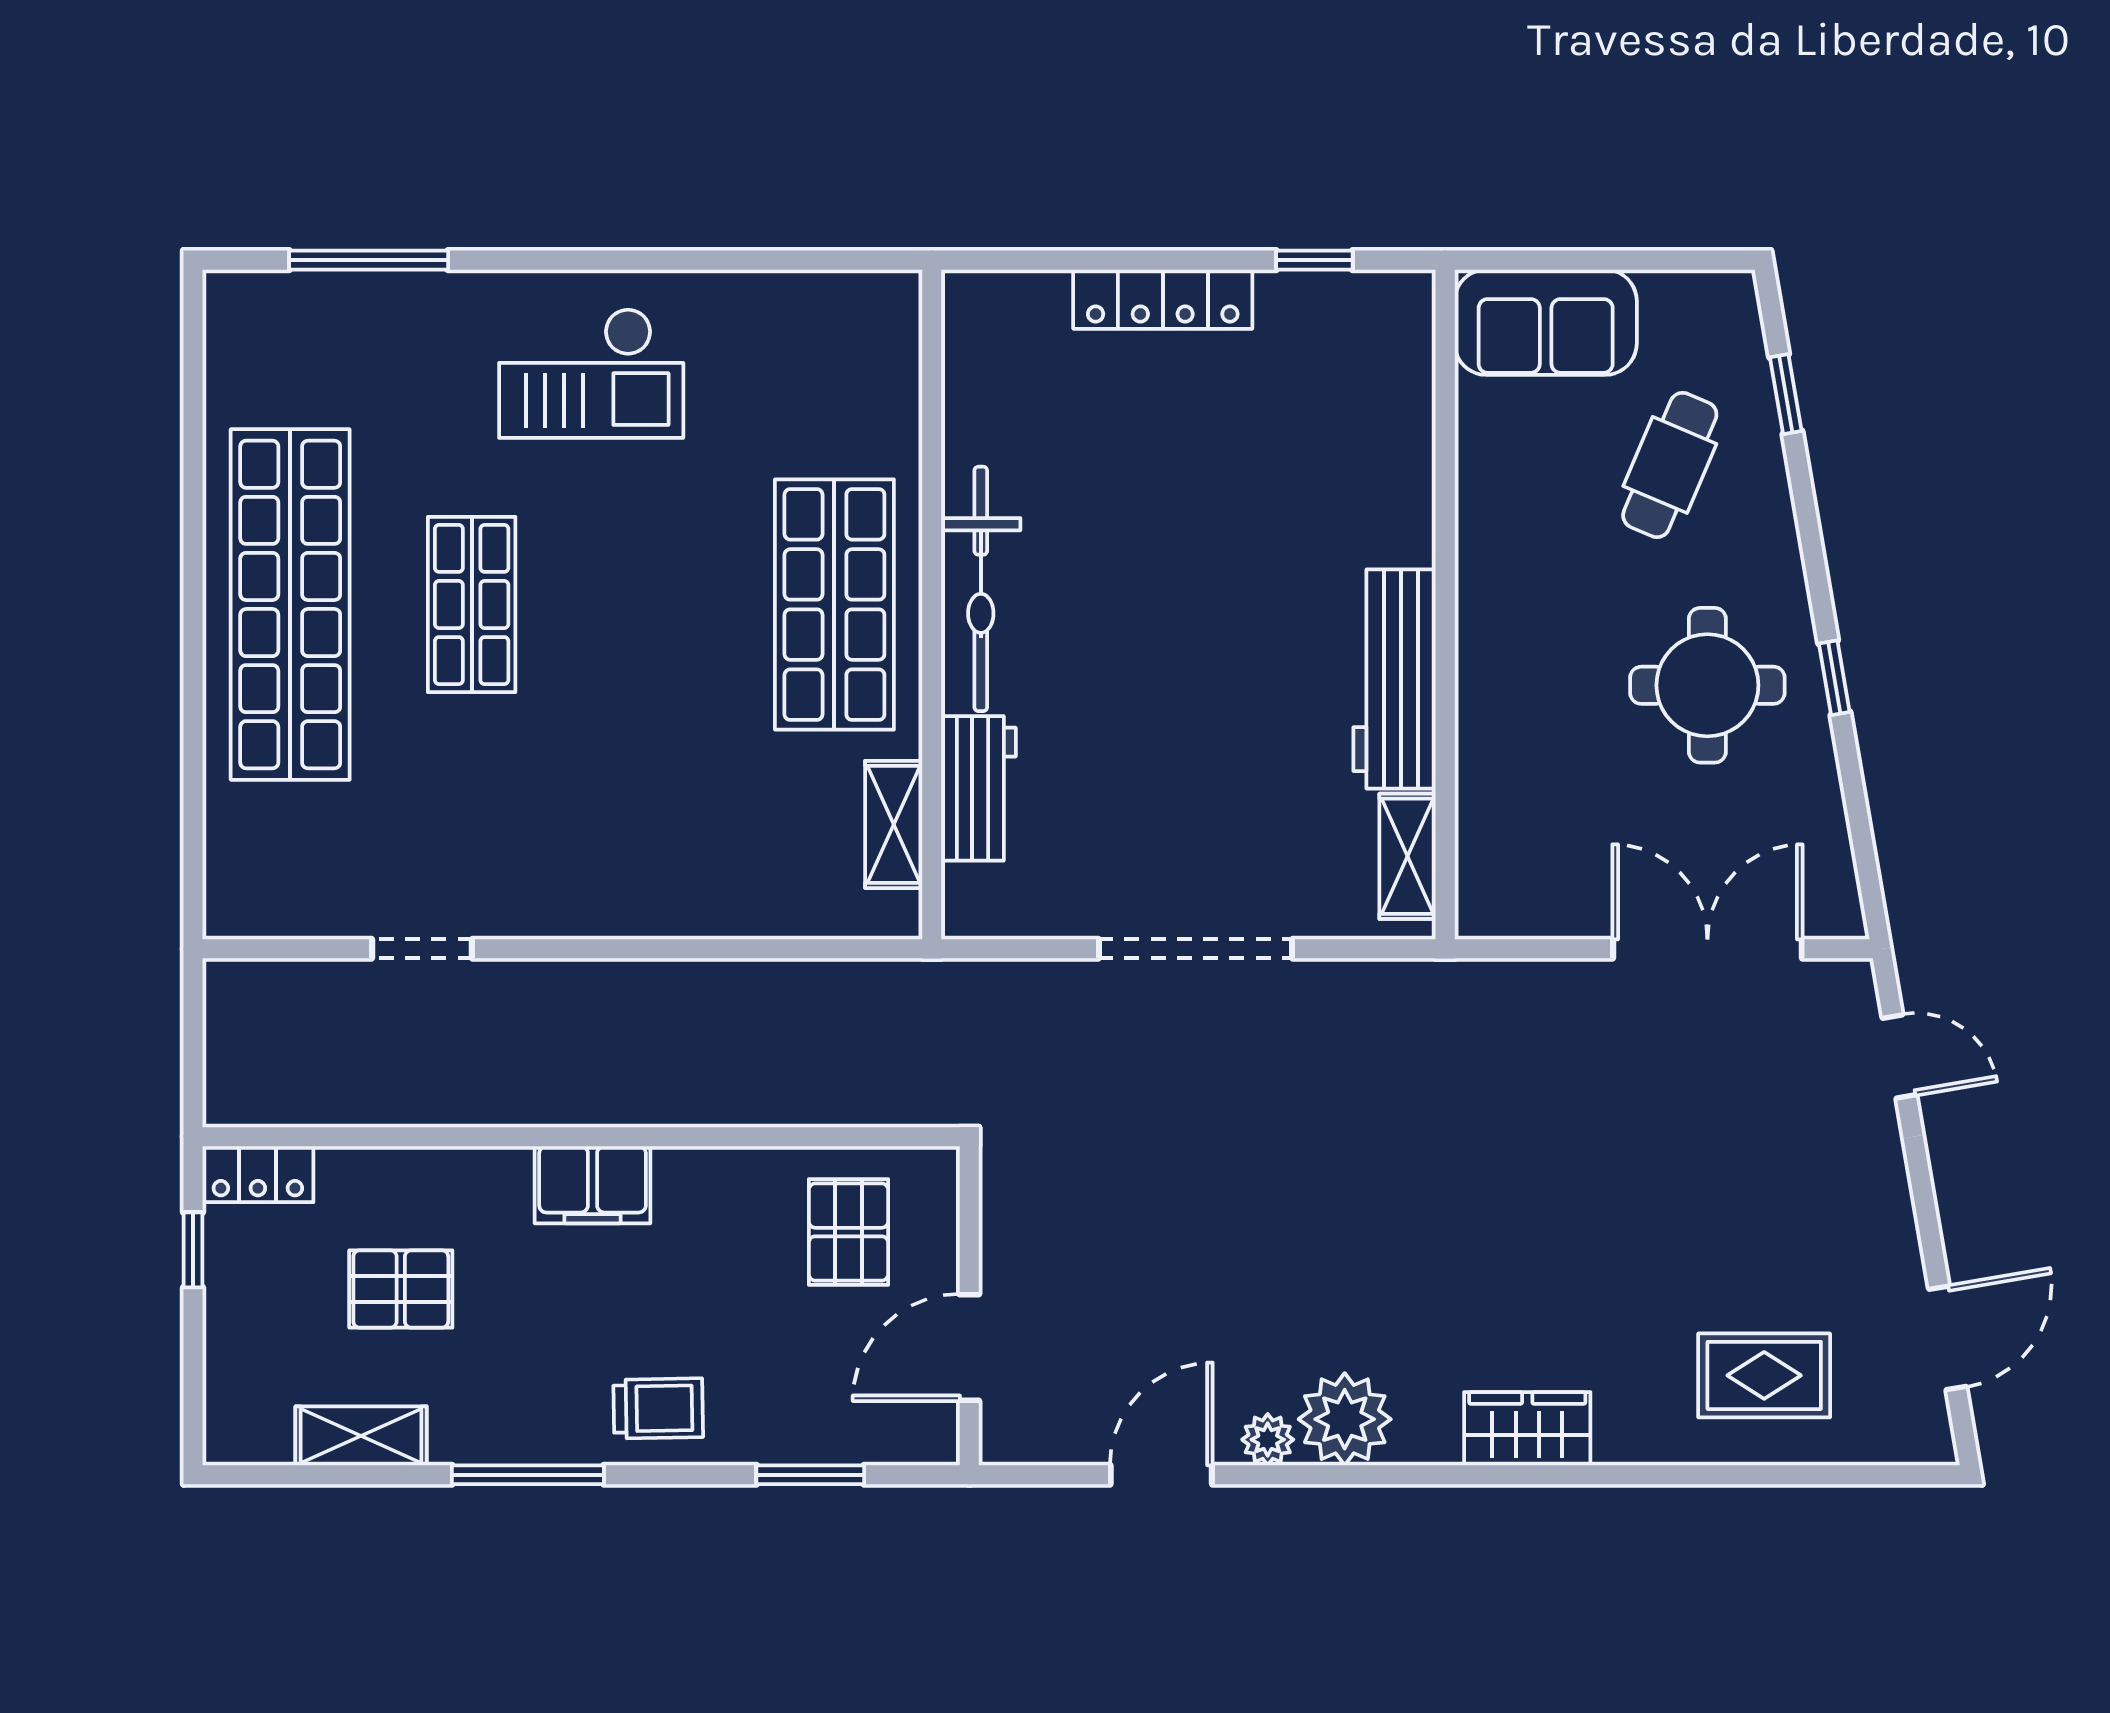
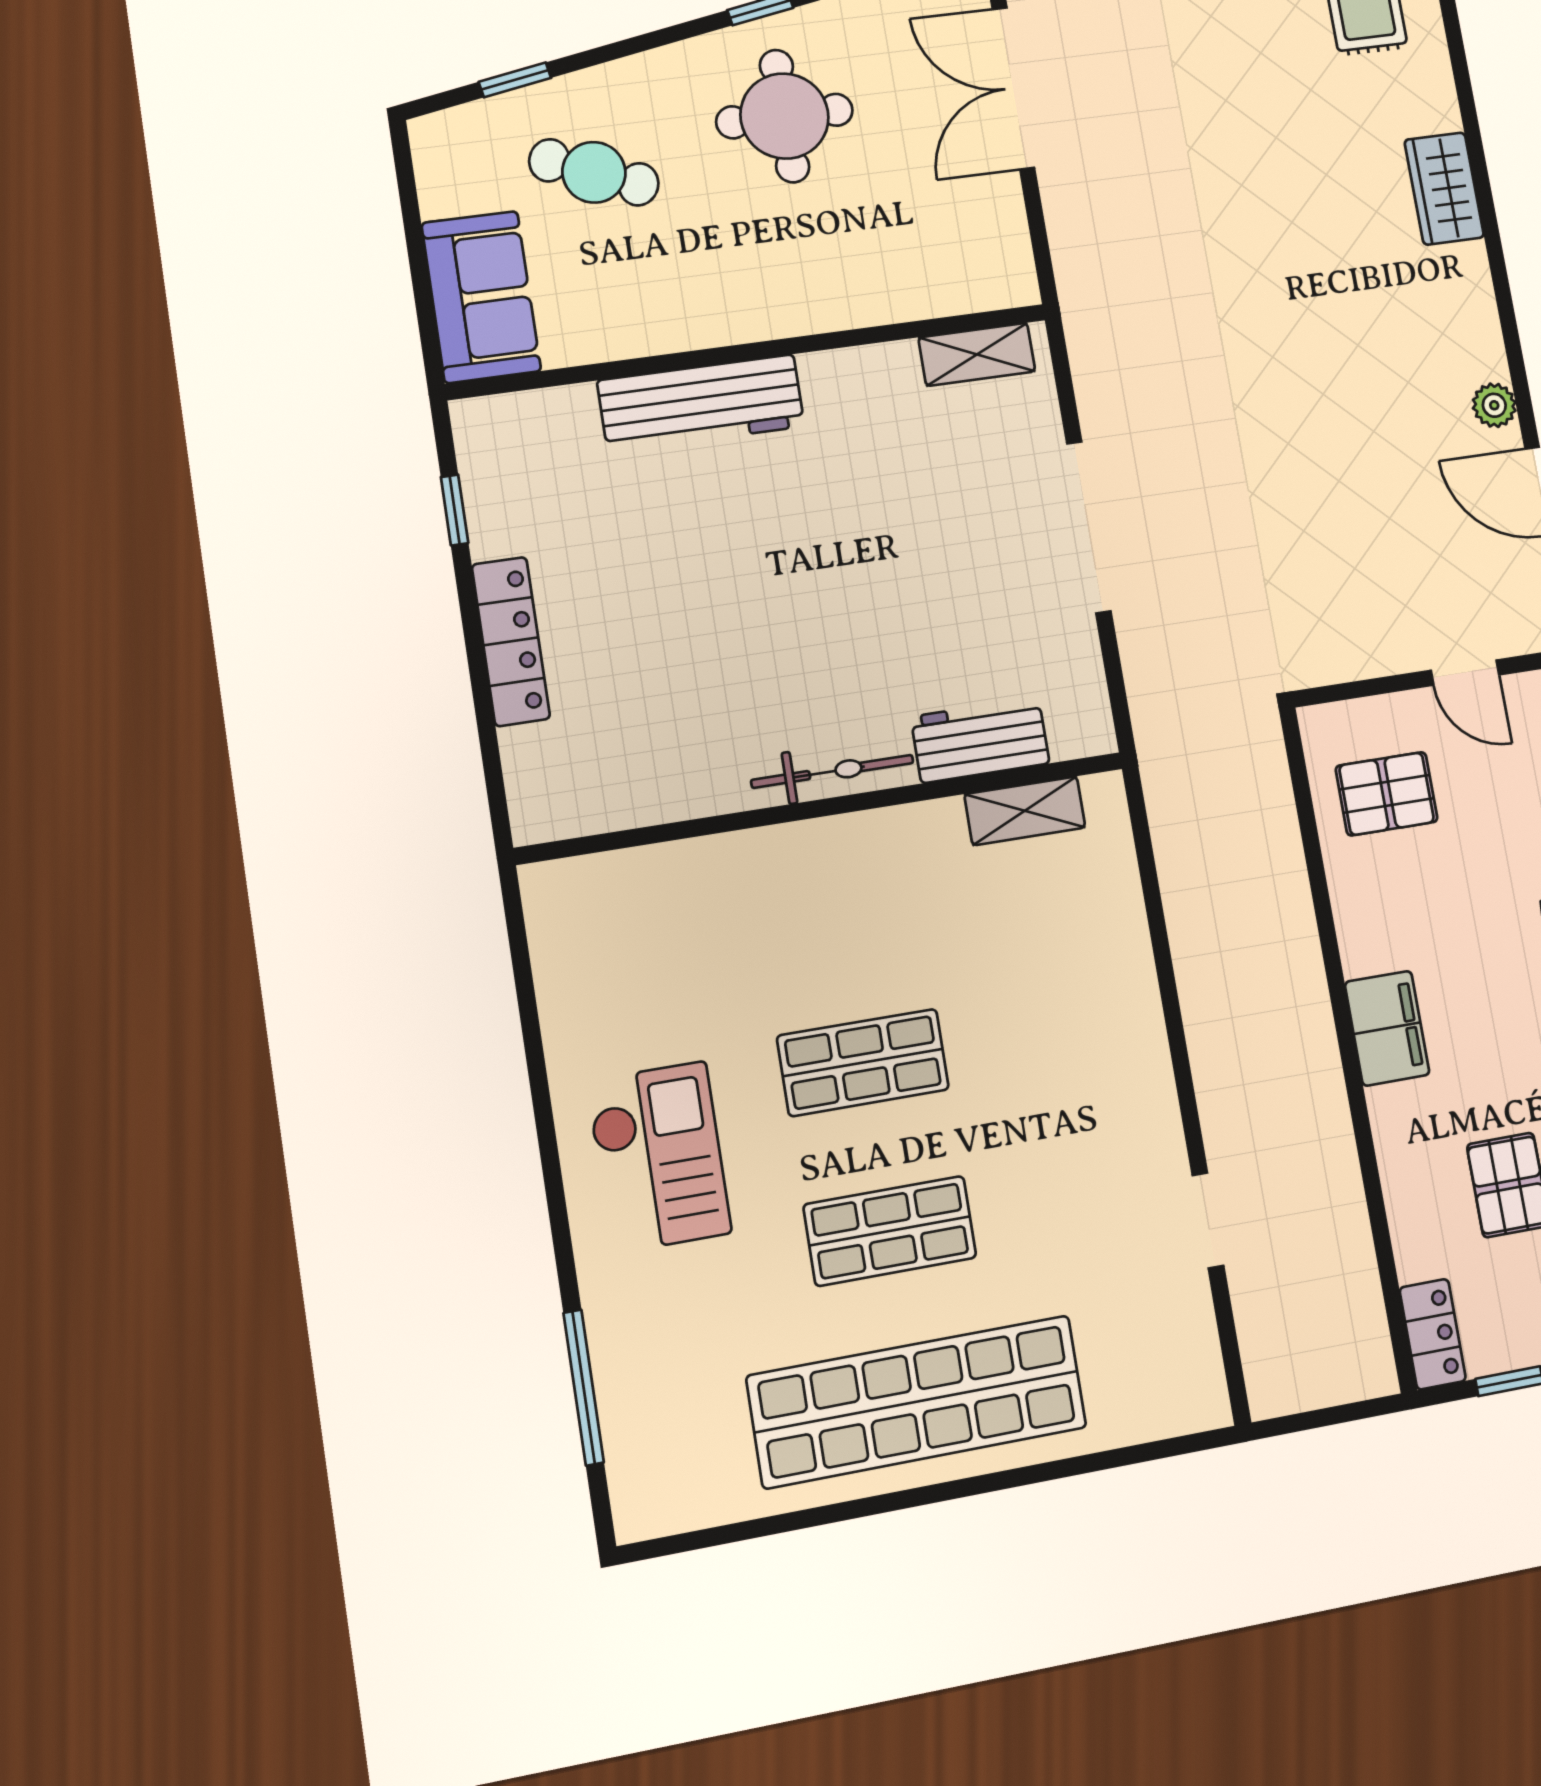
bicycle: (981, 589) -> (832, 771), width x0.73, depth x0.71
shop shelf: (834, 604) -> (863, 1063), moved, width x0.70, depth x0.74
workbench: (1395, 679) -> (701, 403), moved
door: (969, 1347) -> (1465, 673), width x0.73
plant: (1345, 1419) -> (1465, 343), removed

